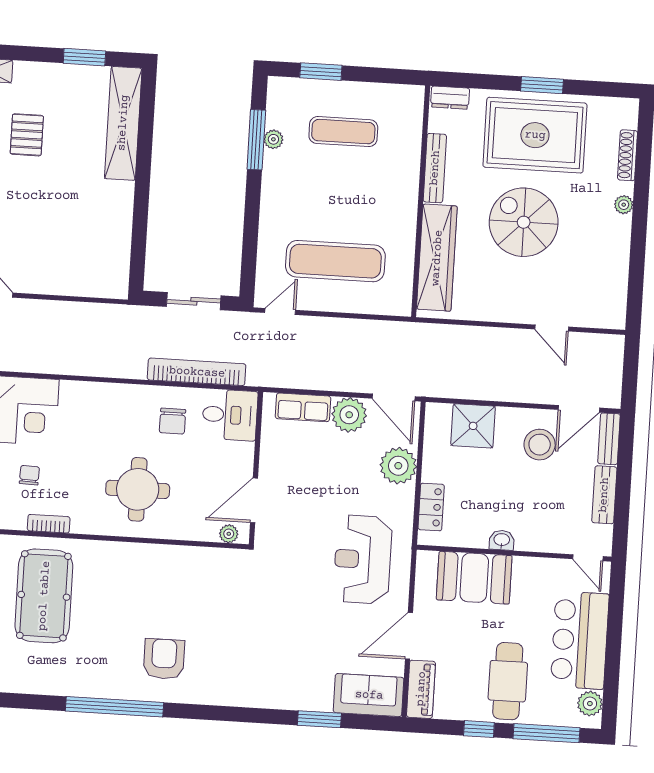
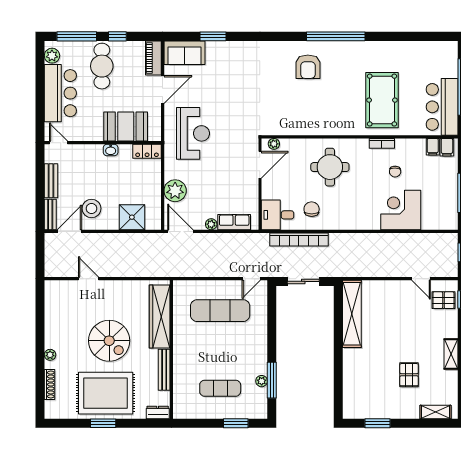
shelving: (123, 123) -> (352, 314), moved
plant: (349, 415) -> (211, 224), width x0.53, depth x0.53
locker: (431, 507) -> (147, 151), moved, turned -90

